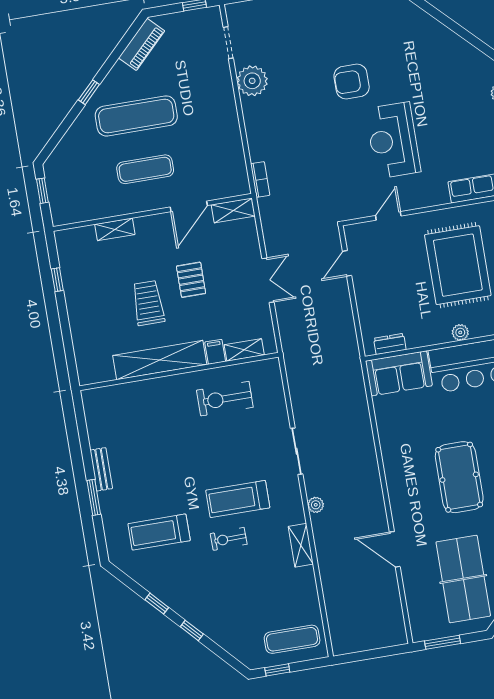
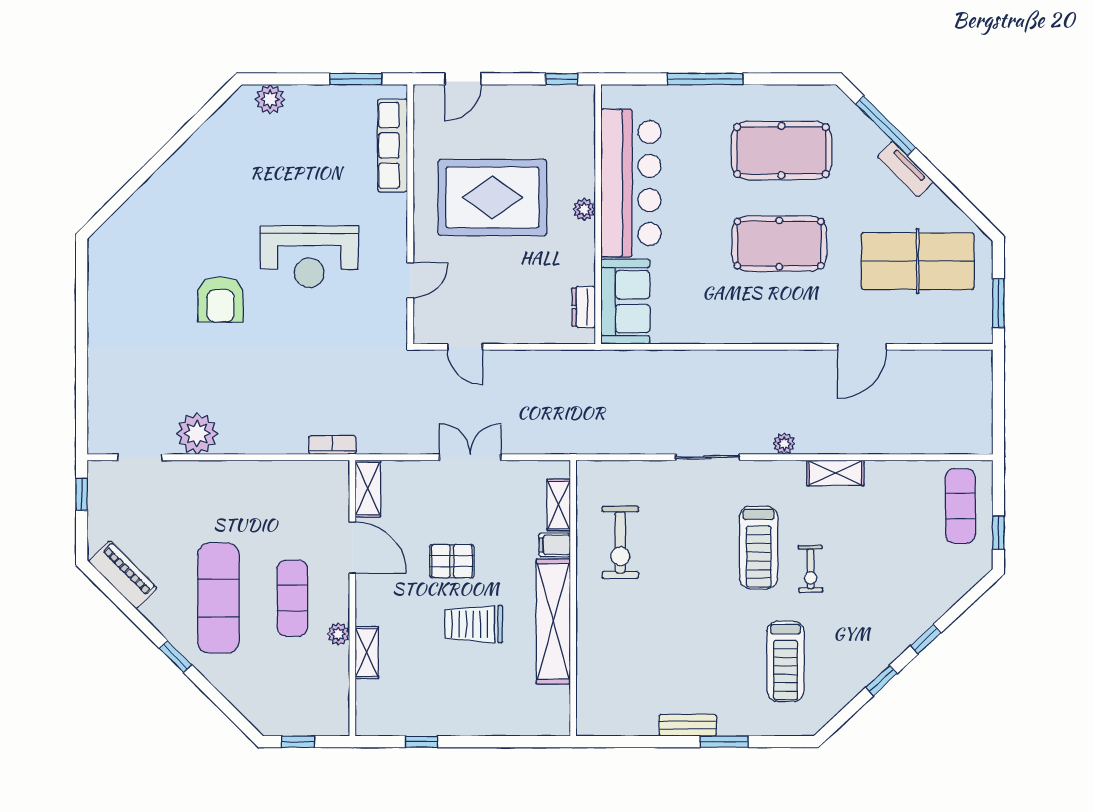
plant: (125, 207) -> (338, 634), added
door: (388, 216) -> (410, 280), swing flipped

